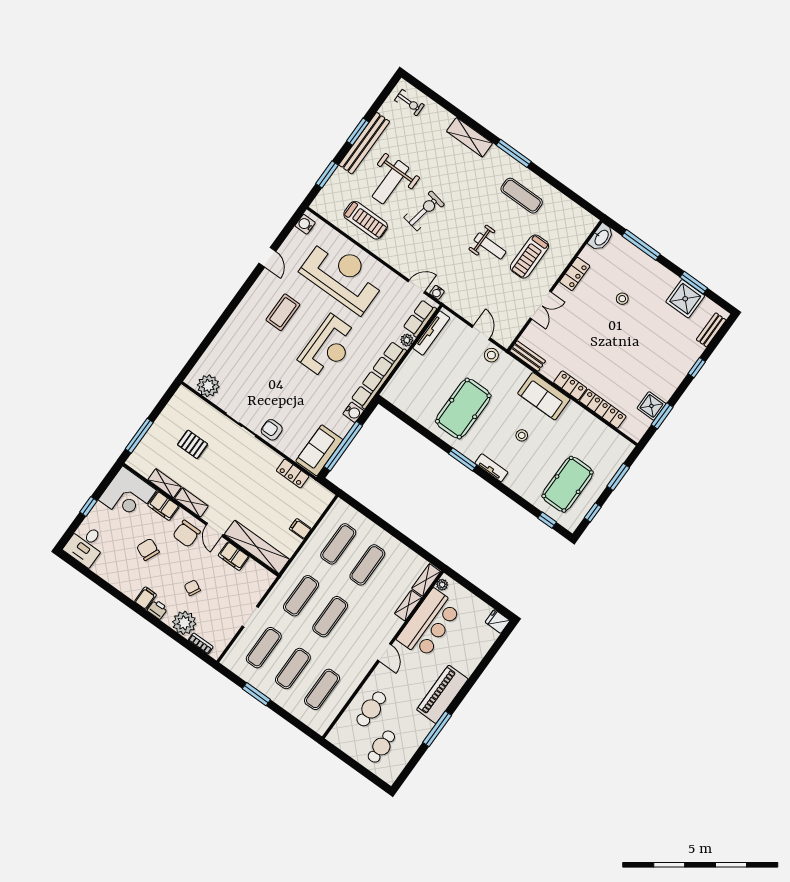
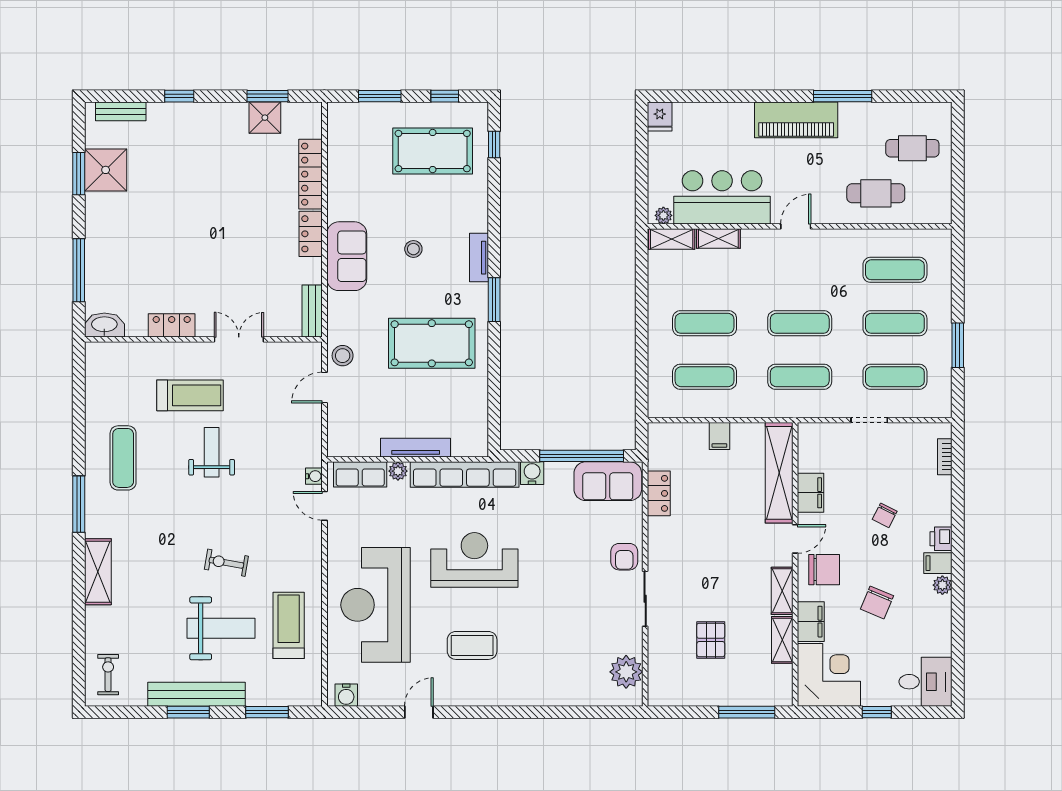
exercise bike: (424, 211) -> (226, 563), width x0.73, depth x0.72
stool: (622, 299) -> (160, 246), removed
tv unit: (431, 333) -> (416, 448), moved
plant: (184, 623) -> (942, 585), moved, width x0.53, depth x0.53

